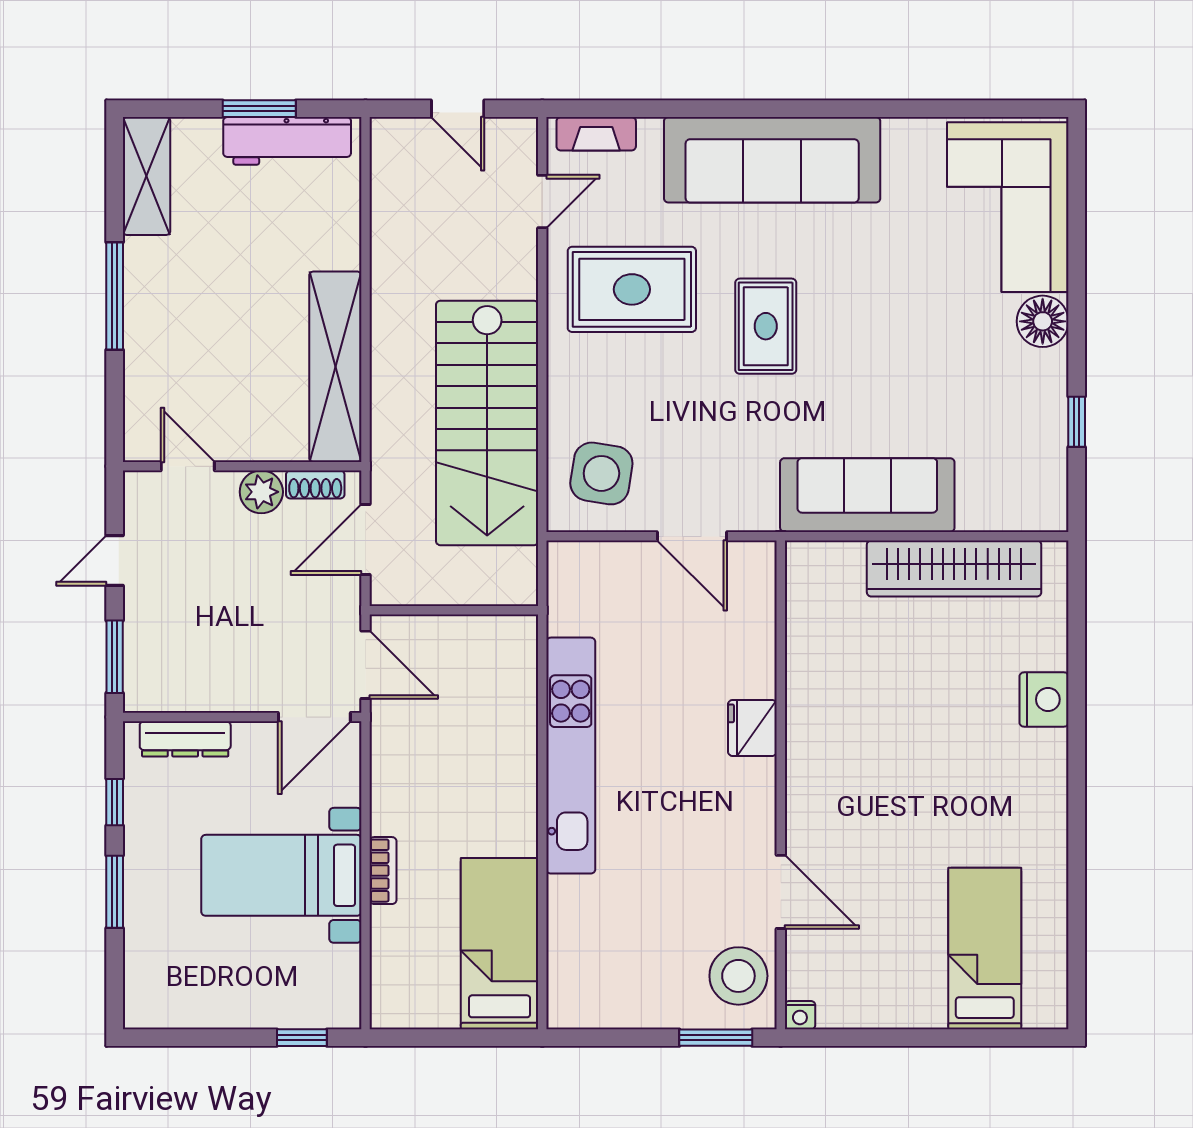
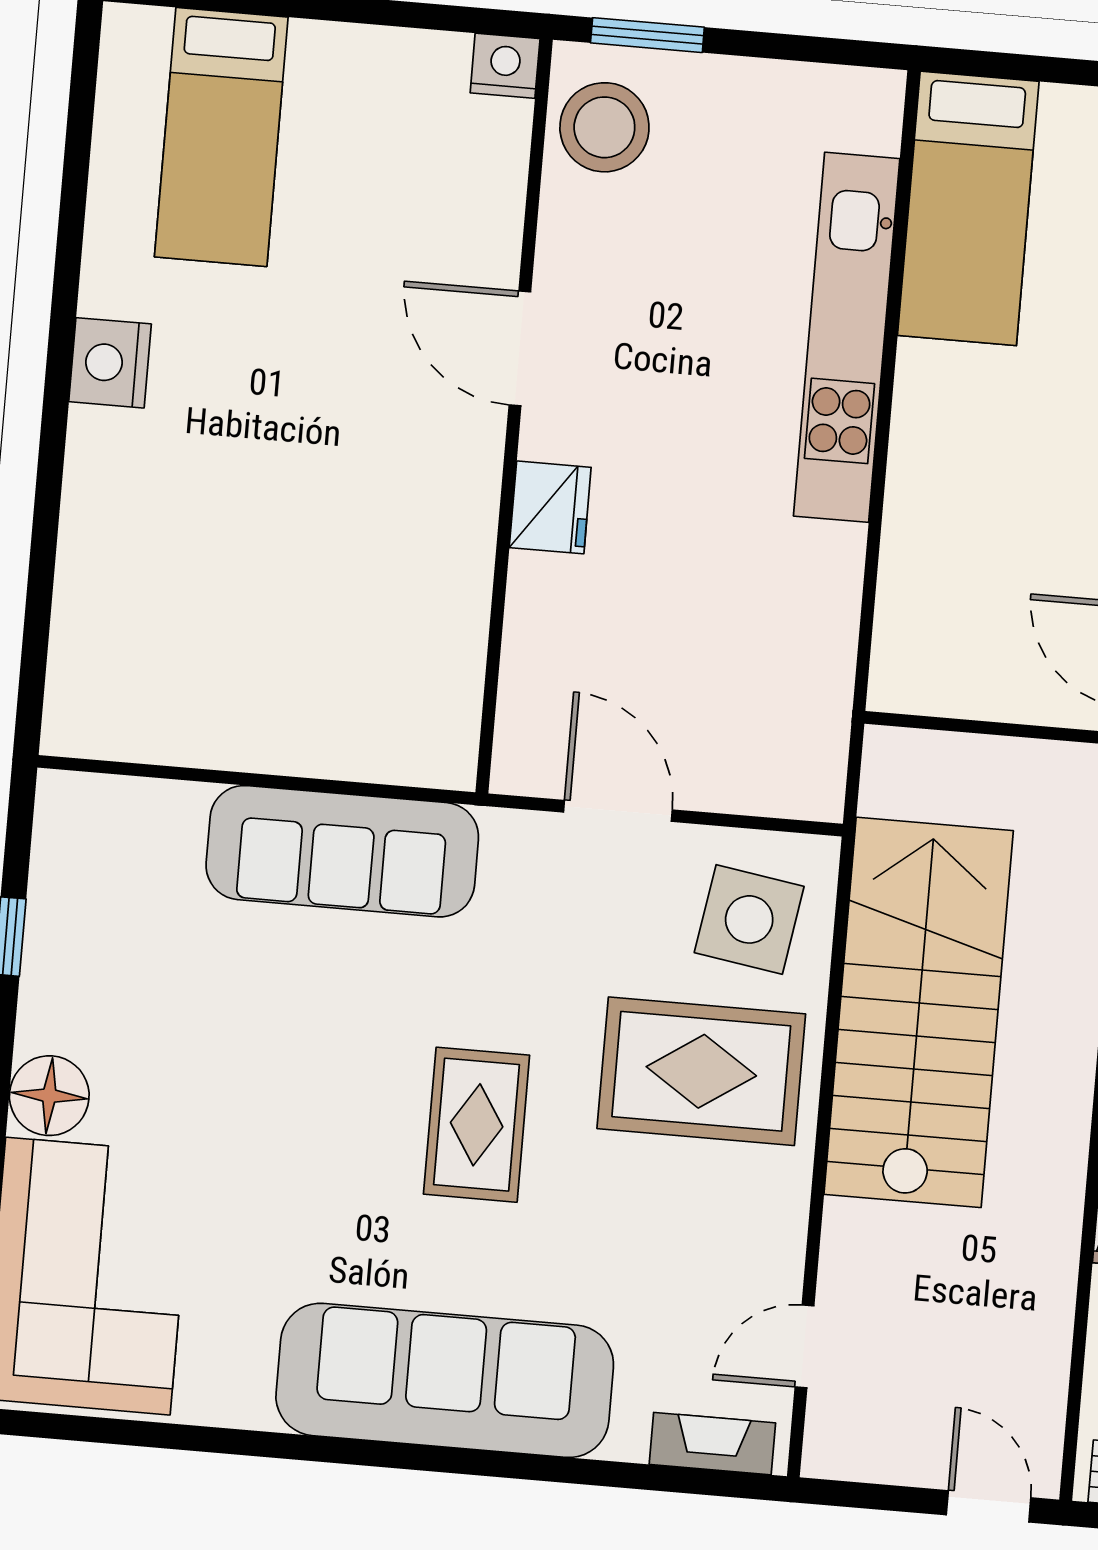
door: (458, 109) -> (989, 1506), moved
rug: (632, 289) -> (701, 1071), moved
wardrobe: (954, 568) -> (218, 727), removed
nightstand: (1044, 699) -> (110, 363), moved
kitchen unit: (571, 756) -> (847, 337), moved
door: (781, 892) -> (520, 348), moved
nightstand: (800, 1015) -> (505, 66), width x1.39, depth x1.35

